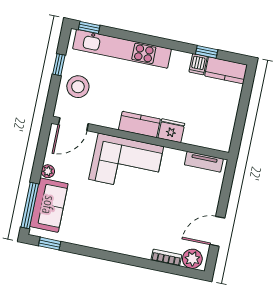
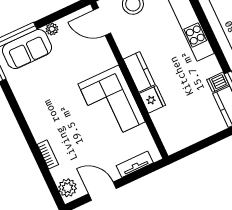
tv unit: (204, 162) -> (135, 164), moved, turned 90
corner sofa: (126, 163) -> (112, 103), moved
bookcase: (166, 257) -> (48, 154), moved

